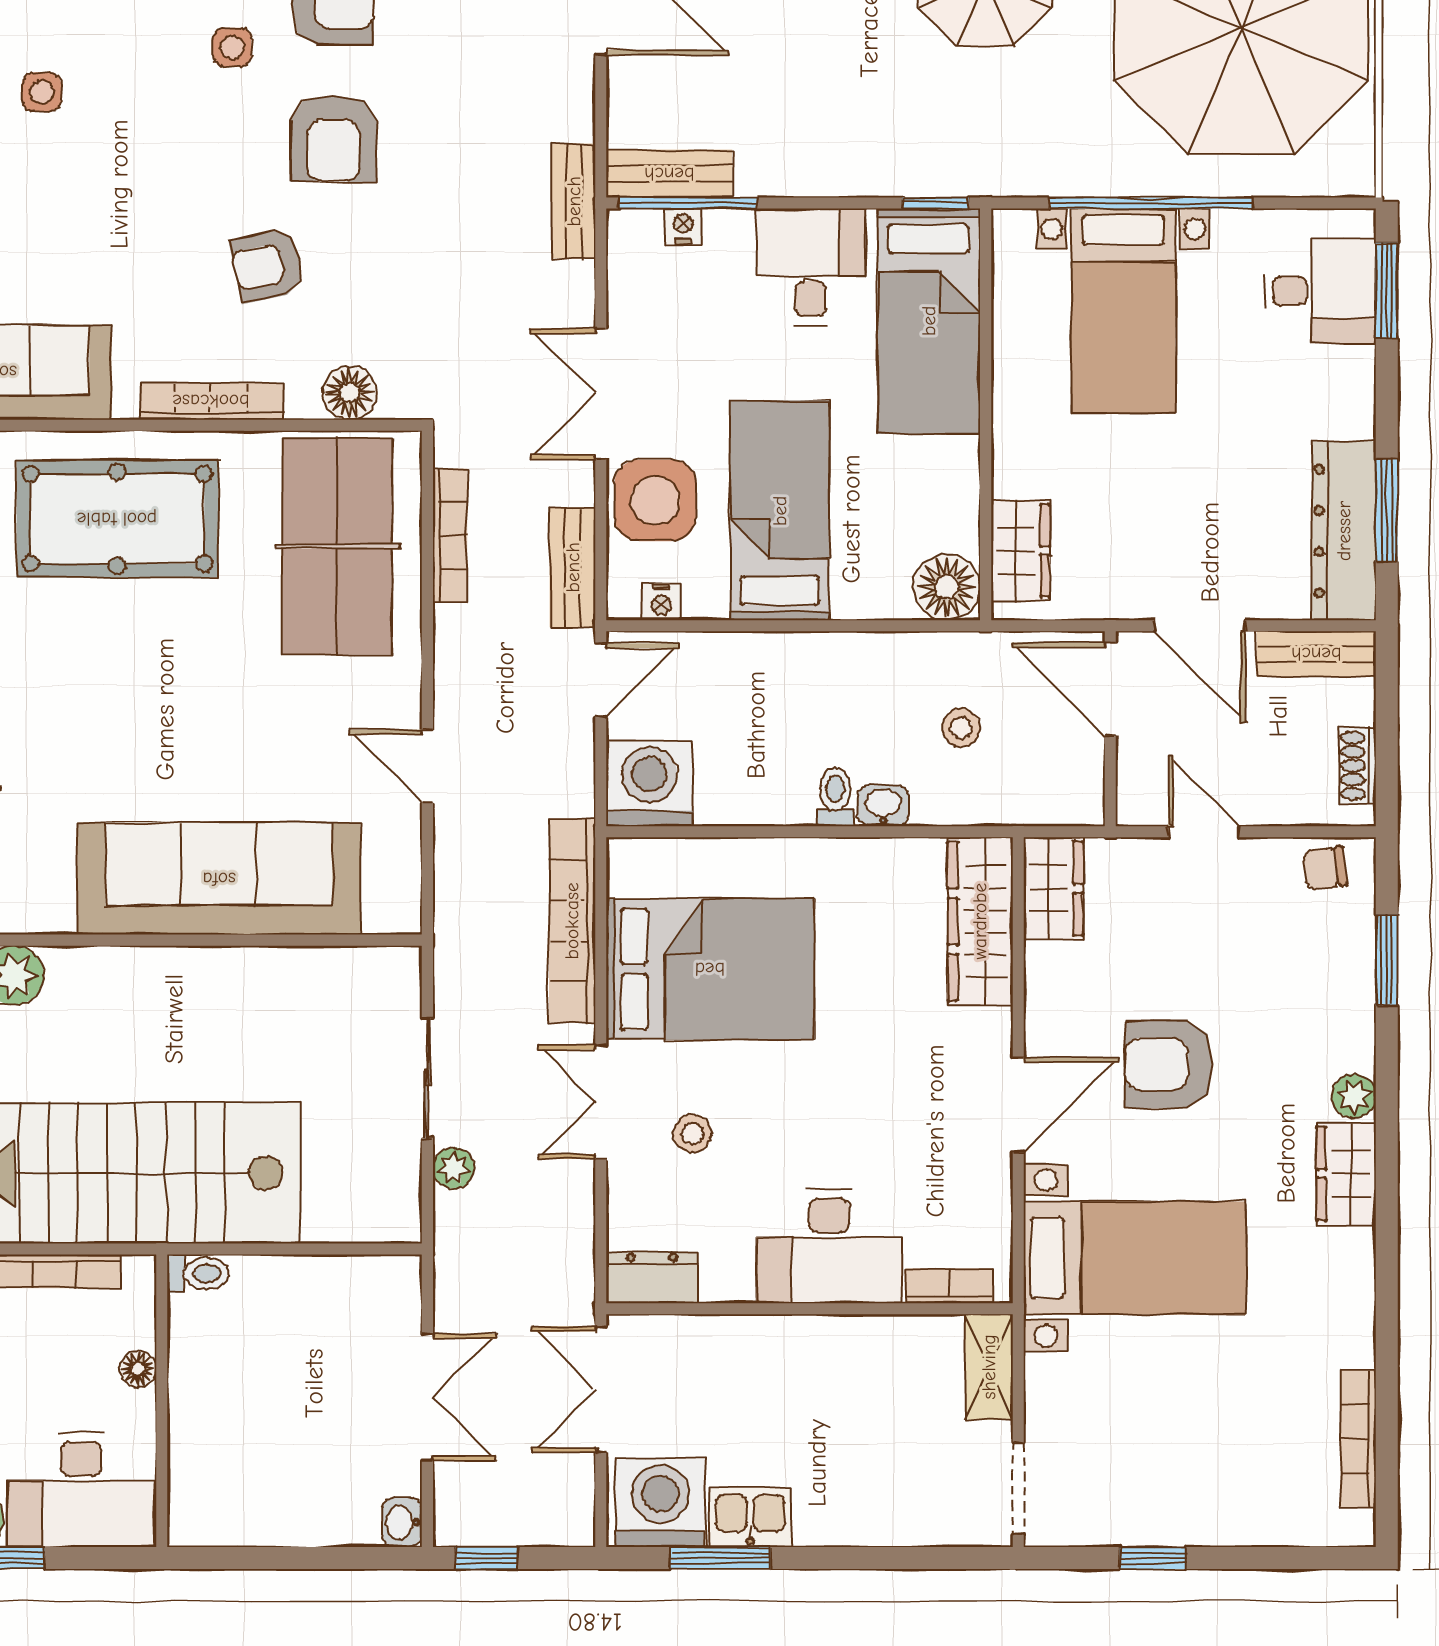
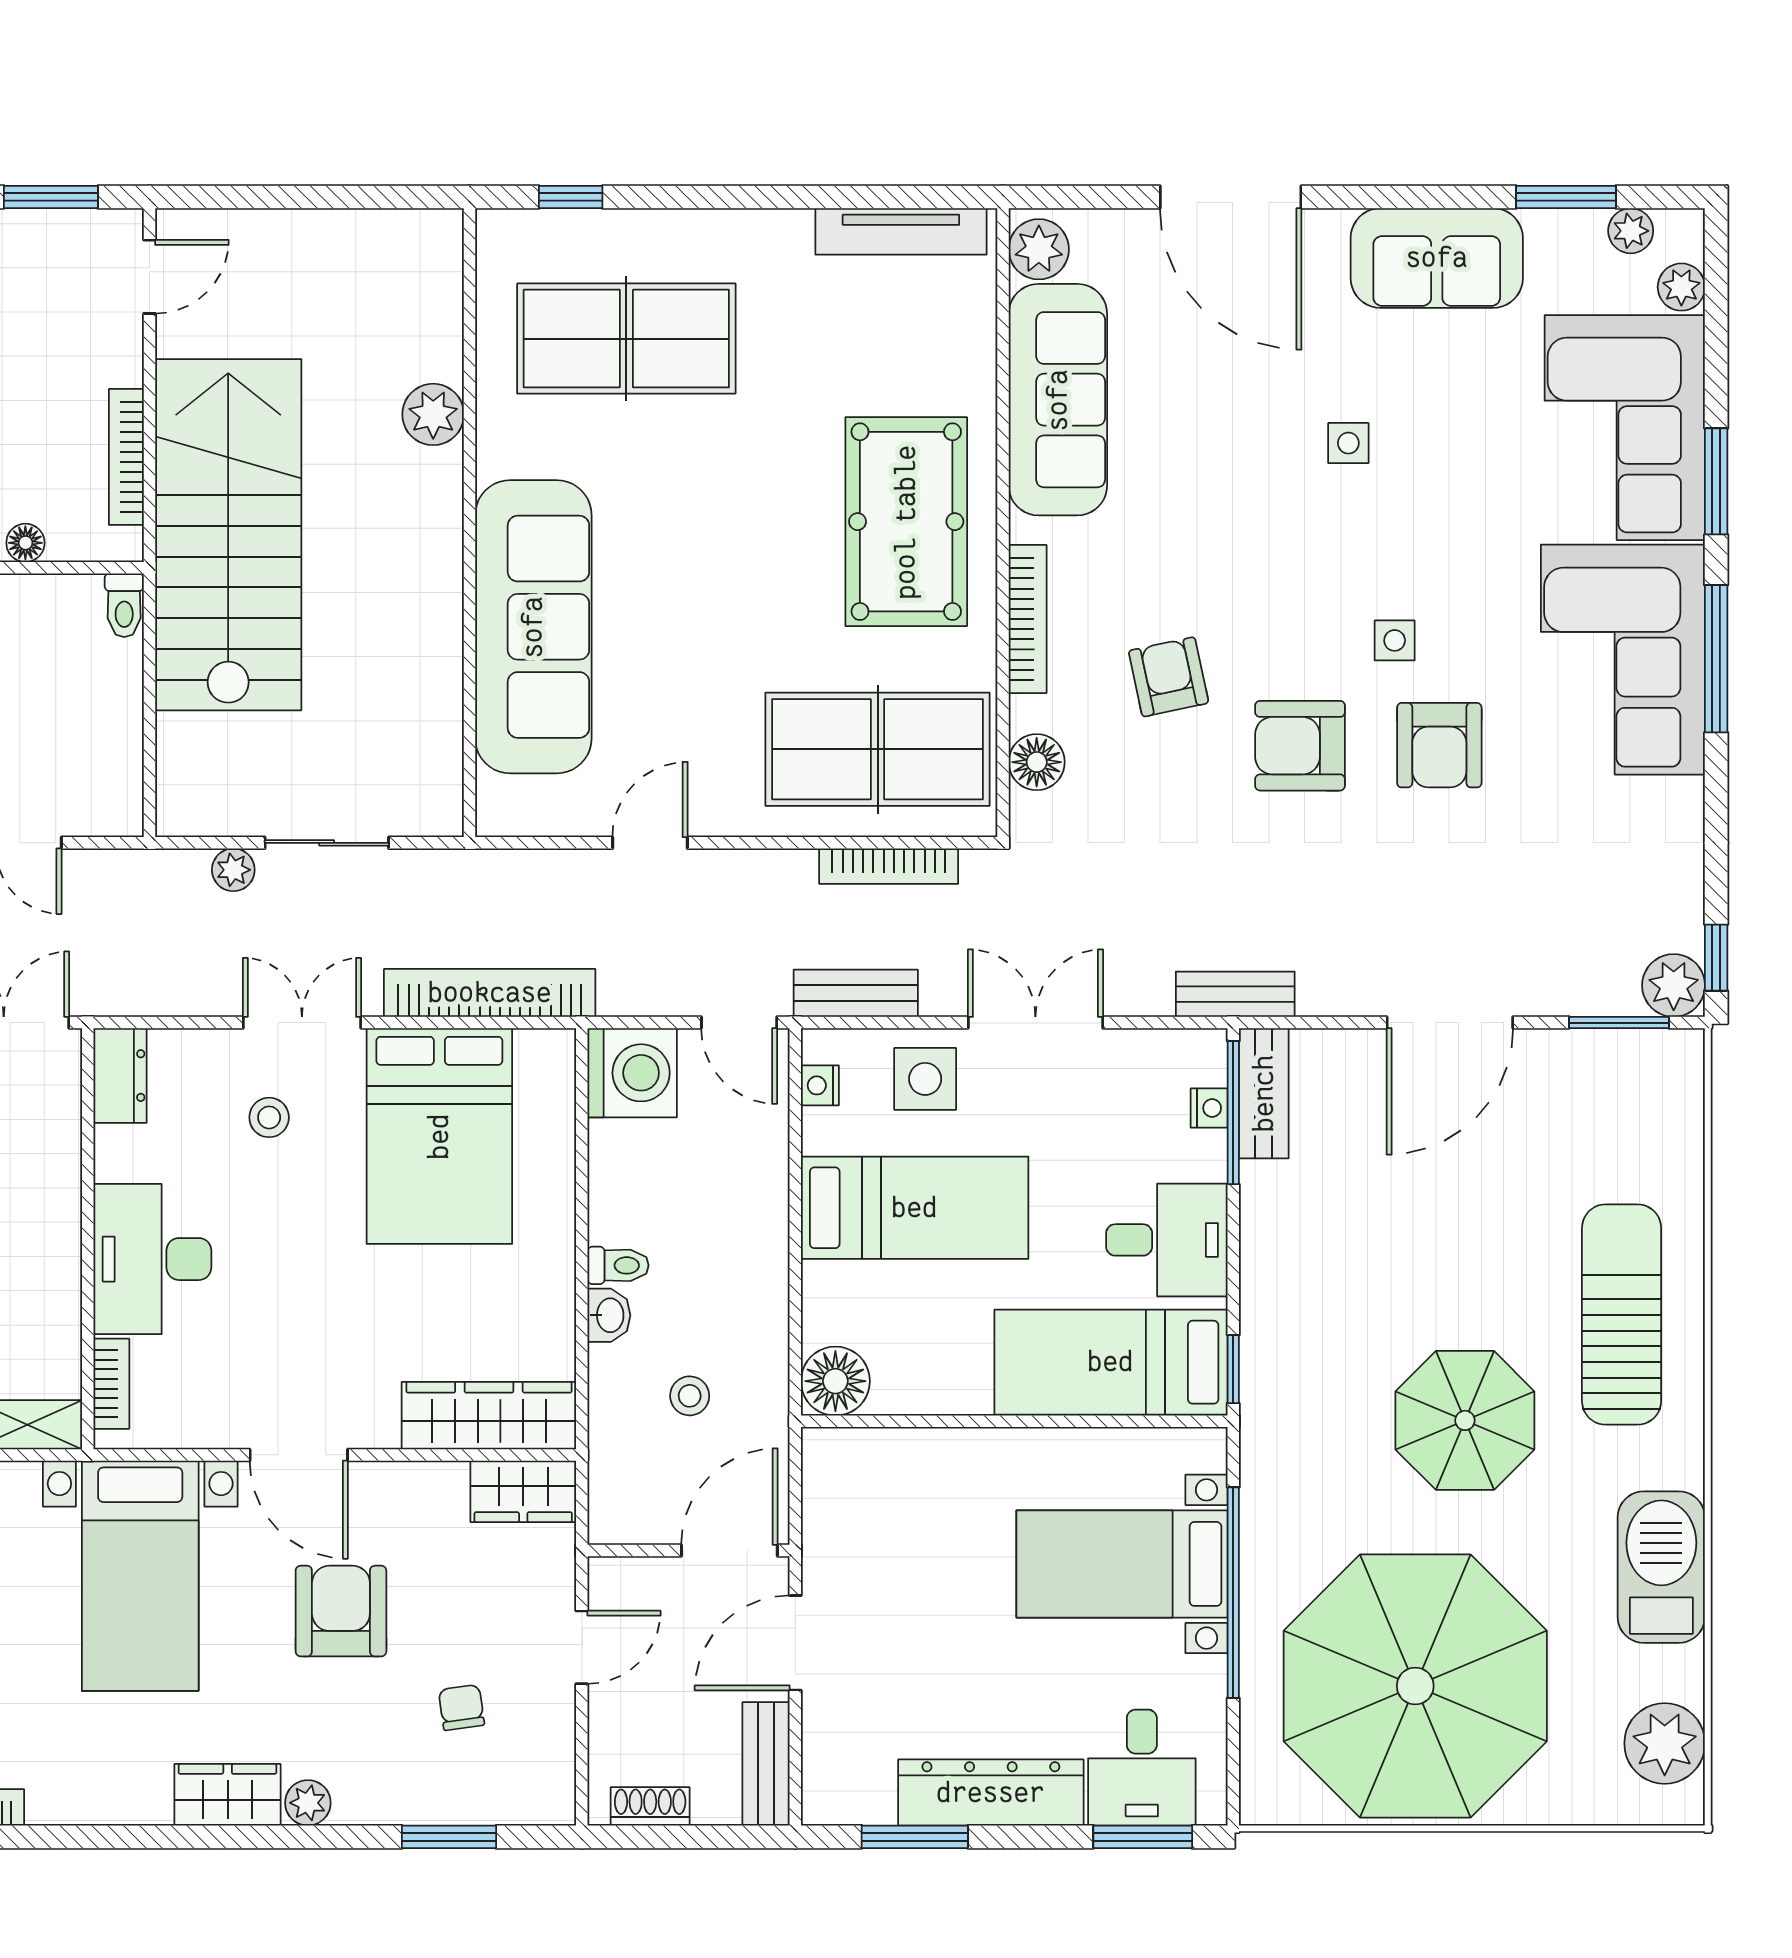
side table: (655, 500) -> (925, 1079), width x0.73, depth x0.73
dresser: (1344, 531) -> (991, 1793), moved
wardrobe: (1020, 551) -> (873, 1457), removed
chair: (1325, 868) -> (461, 1707), moved

